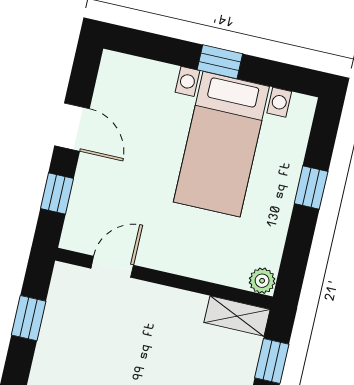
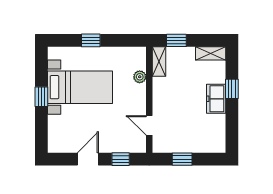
plant: (262, 281) -> (140, 77), moved

